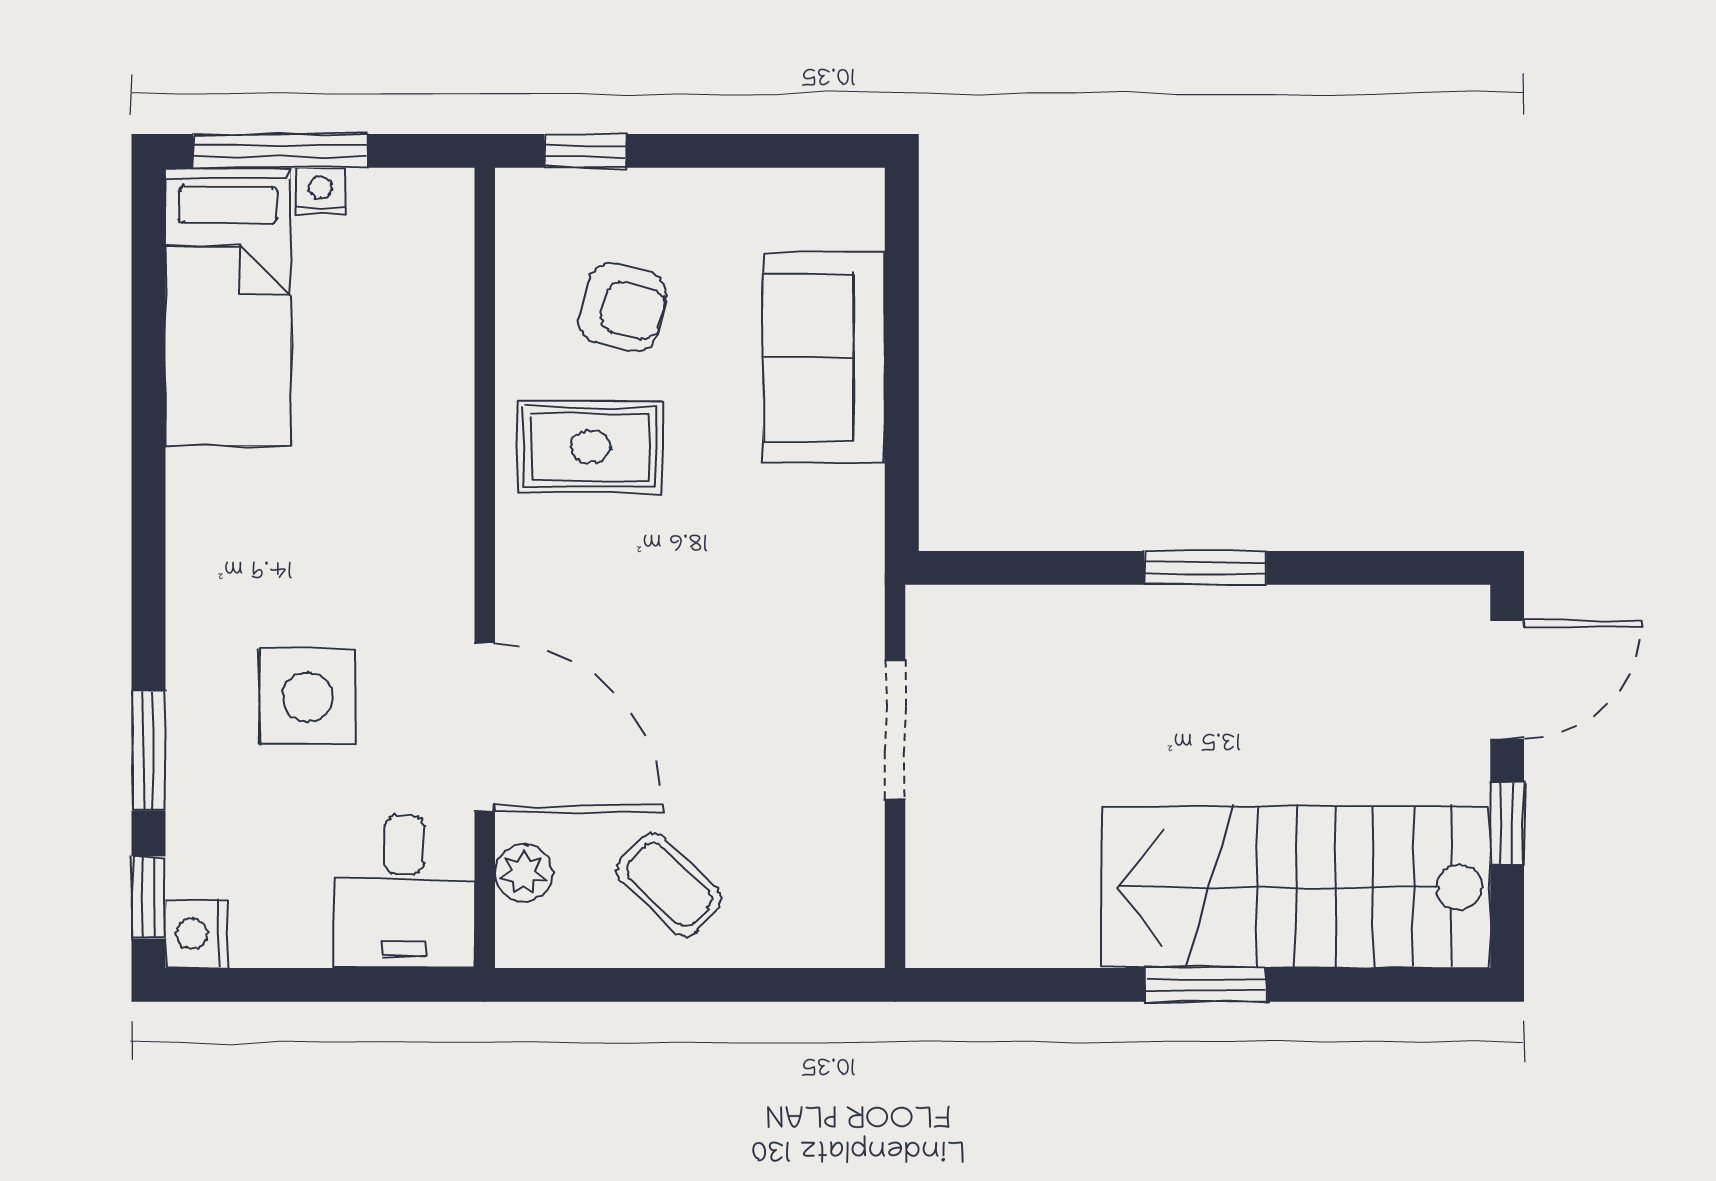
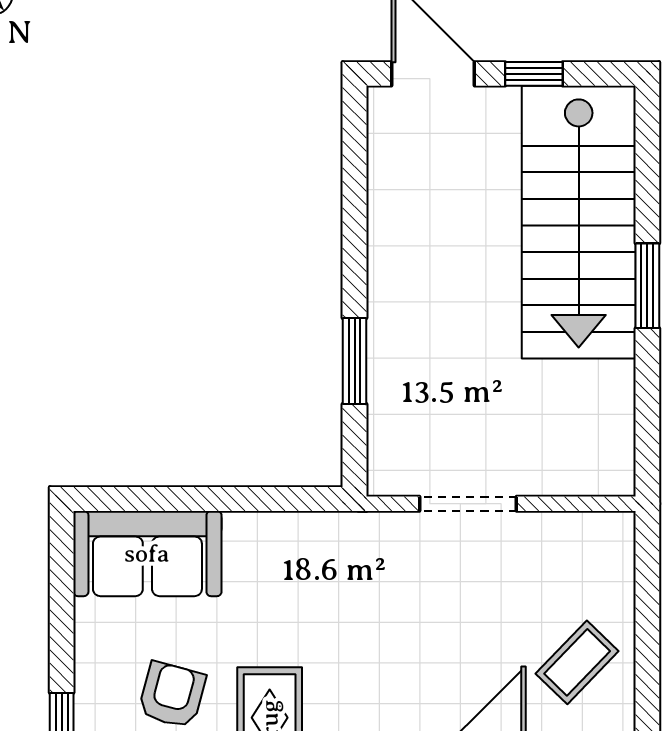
sofa: (824, 357) -> (147, 554), moved
window: (1205, 568) -> (355, 361), moved

